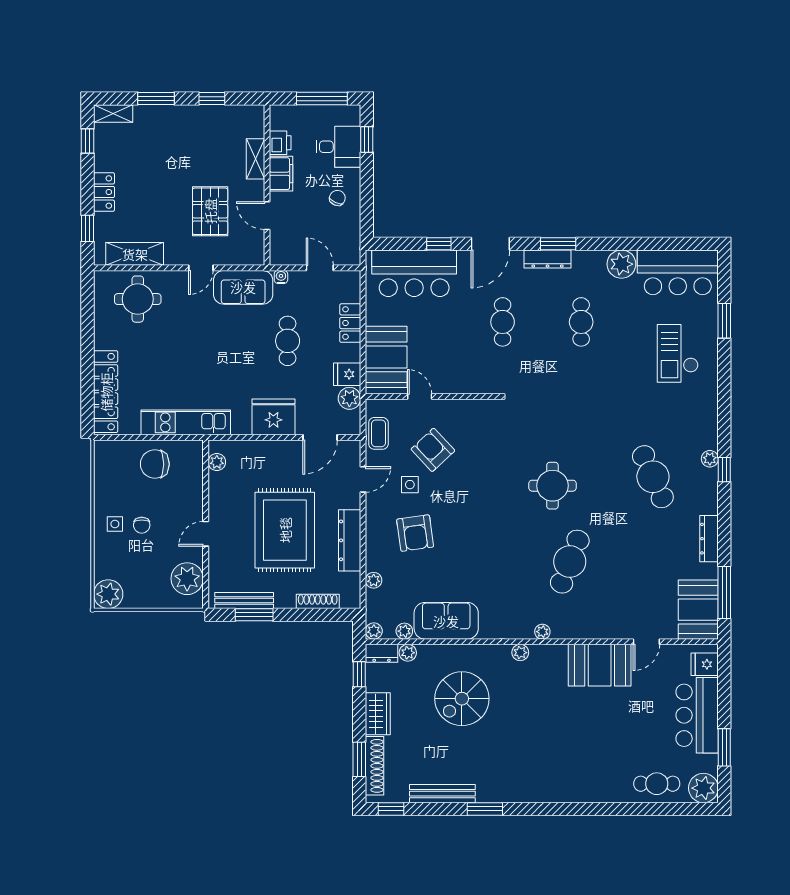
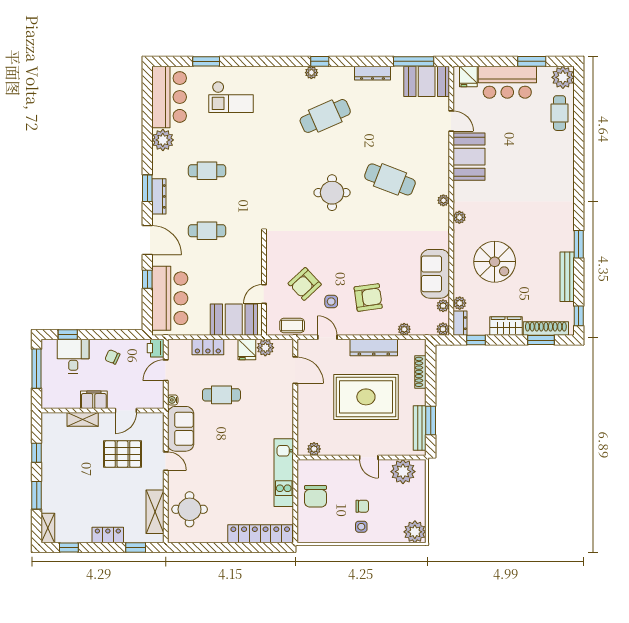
printer: (280, 143) -> (156, 348), moved, turned -90
fridge: (273, 417) -> (280, 406), removed

